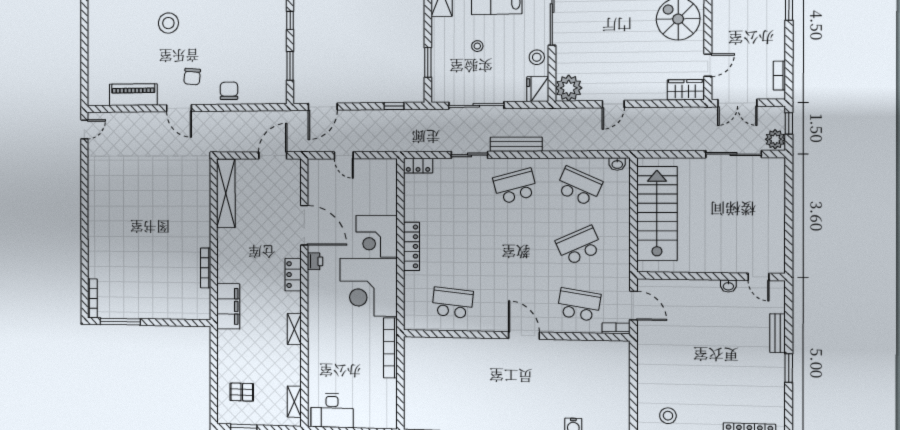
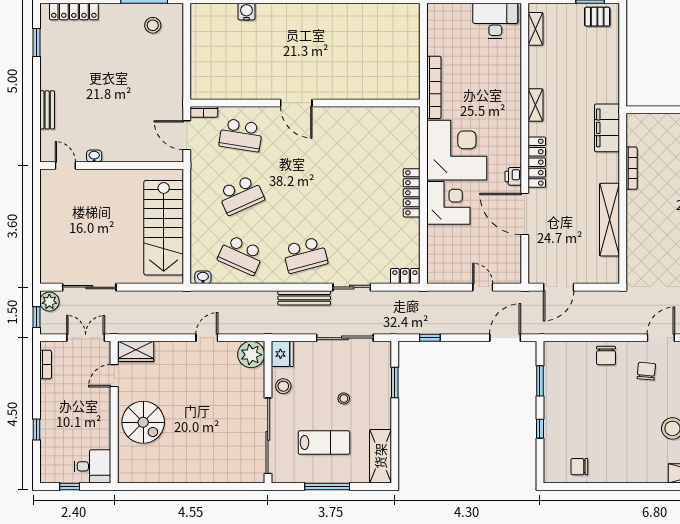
door: (179, 108) -> (661, 338), hinge flipped
shelving: (226, 193) -> (609, 220), moved
locker: (293, 275) -> (537, 162), width x1.53
school desk: (452, 303) -> (369, 135), removed
window: (789, 368) -> (36, 42), moved
pallet: (242, 392) -> (597, 17), moved

